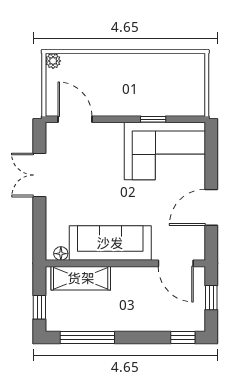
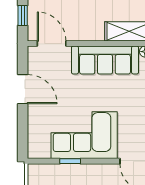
corner sofa: (165, 151) -> (84, 135), moved
door: (211, 207) -> (23, 89), hinge flipped

